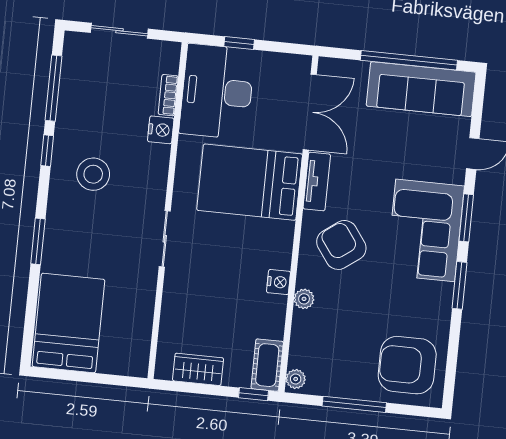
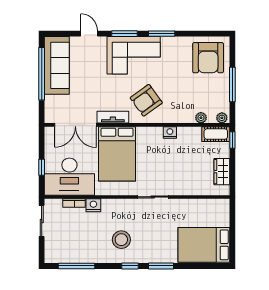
sliding door: (119, 31) -> (42, 221), moved
double door: (310, 112) -> (75, 125), swing flipped
window: (47, 151) -> (130, 266), moved
plant: (304, 299) -> (201, 118), moved

